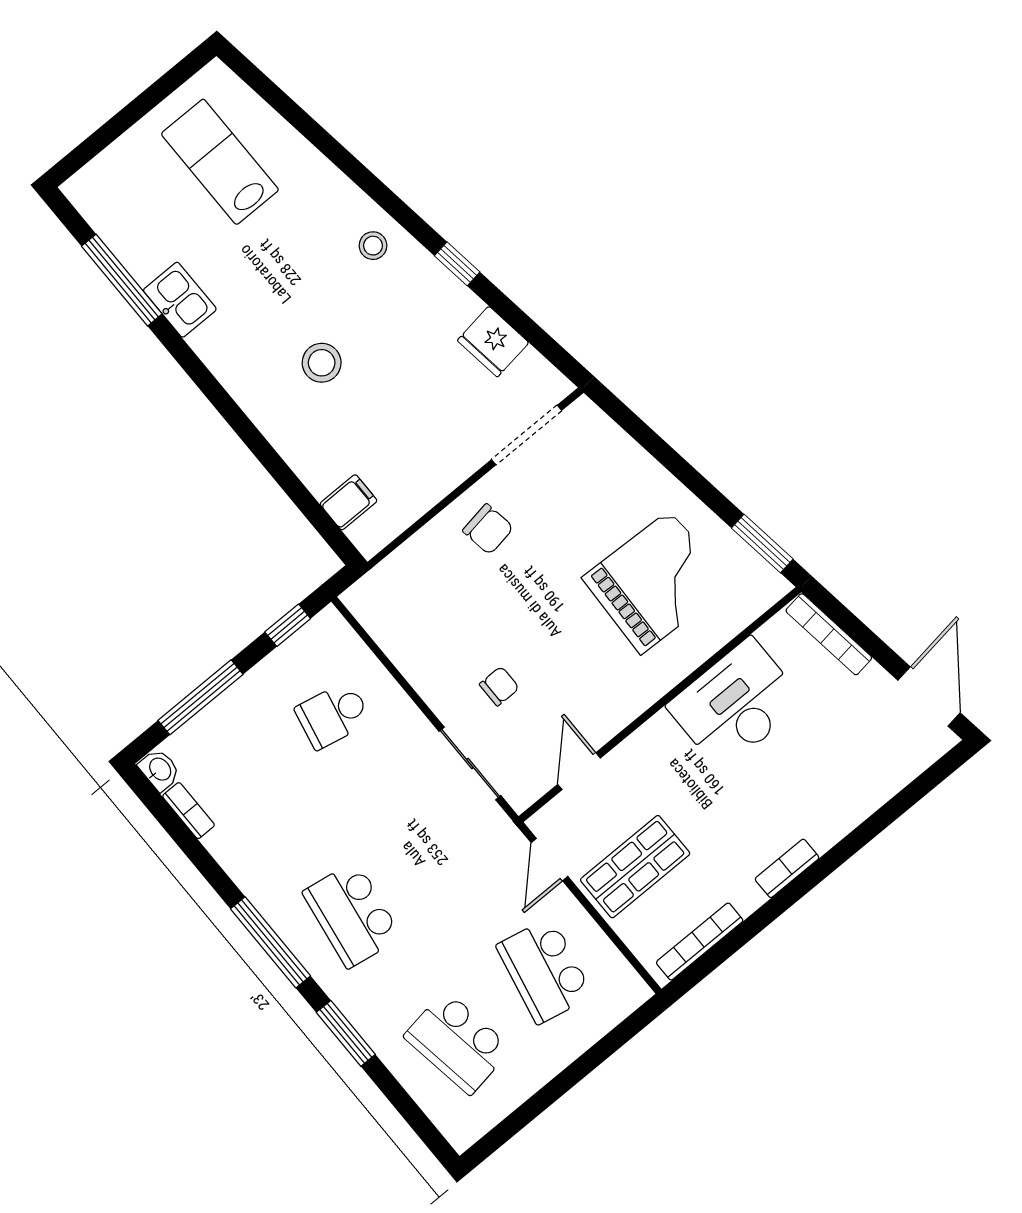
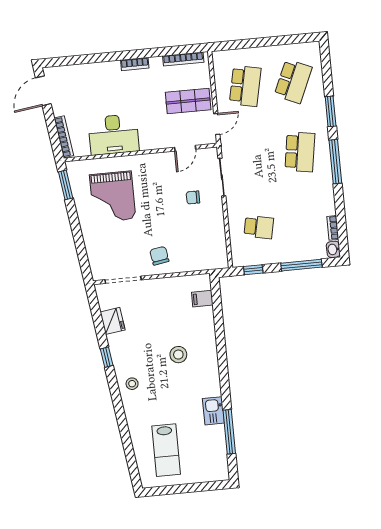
grand piano: (656, 582) -> (113, 197), turned -92
school desk: (458, 1042) -> (293, 81), turned 33

